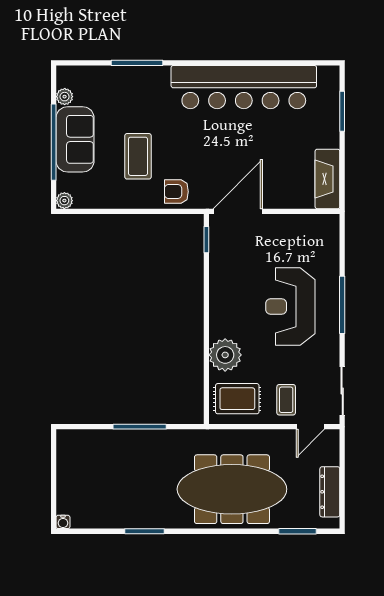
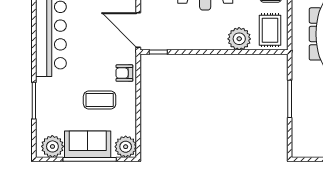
plant: (65, 97) -> (52, 146), width x1.88, depth x1.88
armchair: (176, 192) -> (124, 73), turned 90
plant: (64, 201) -> (126, 147), width x1.87, depth x1.87

